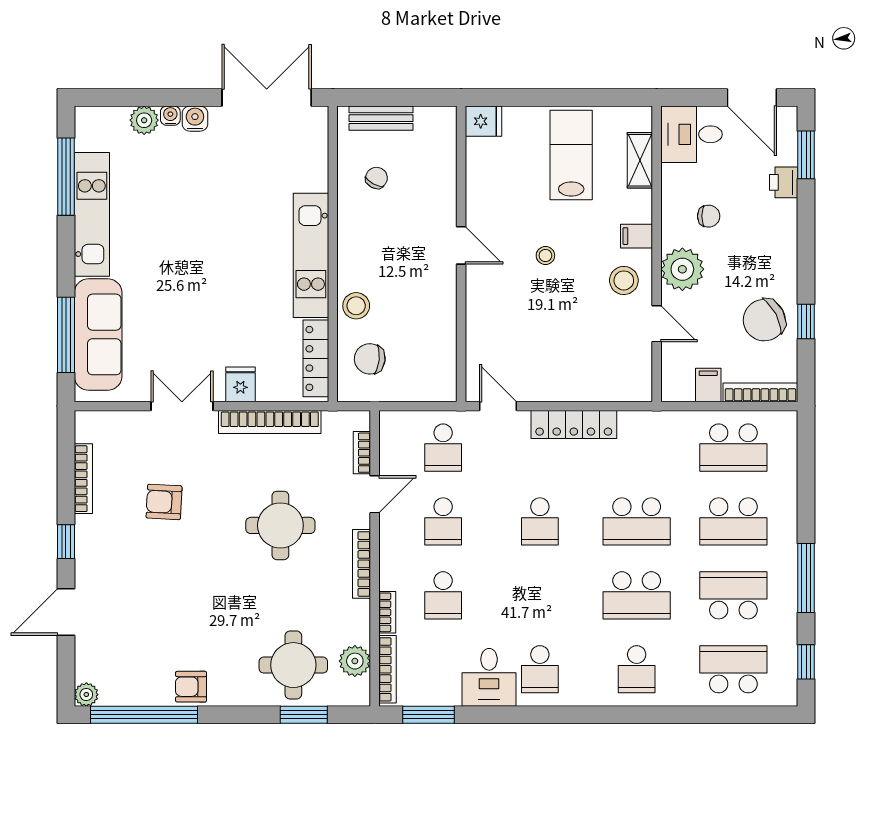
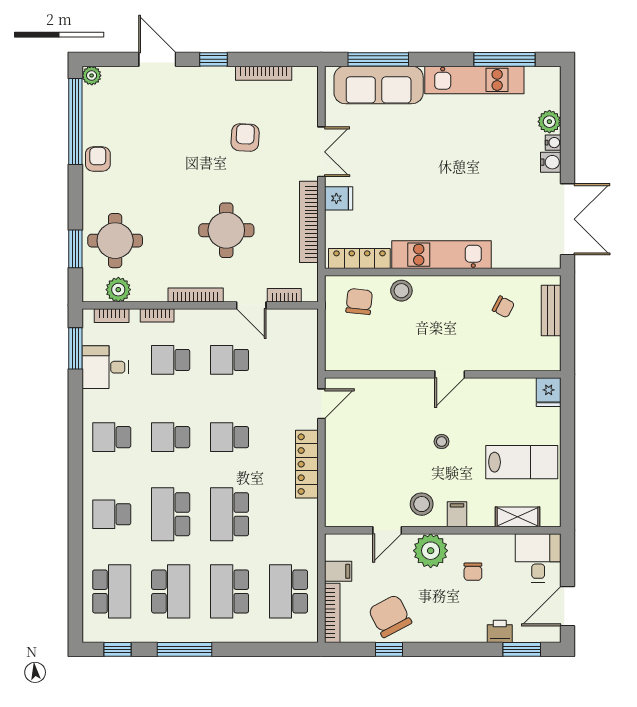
school desk: (443, 448) -> (171, 437), moved
bookcase: (387, 669) -> (112, 316), width x0.64
desk: (489, 677) -> (105, 367), moved

